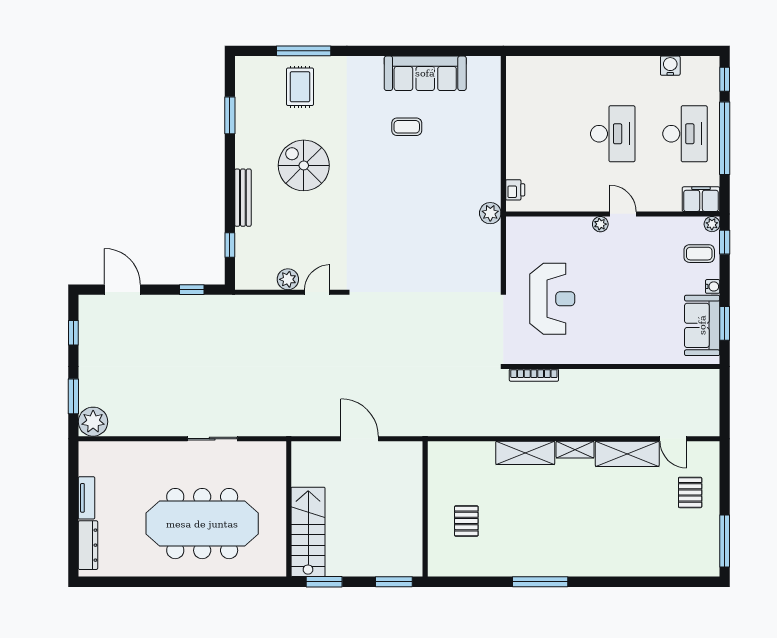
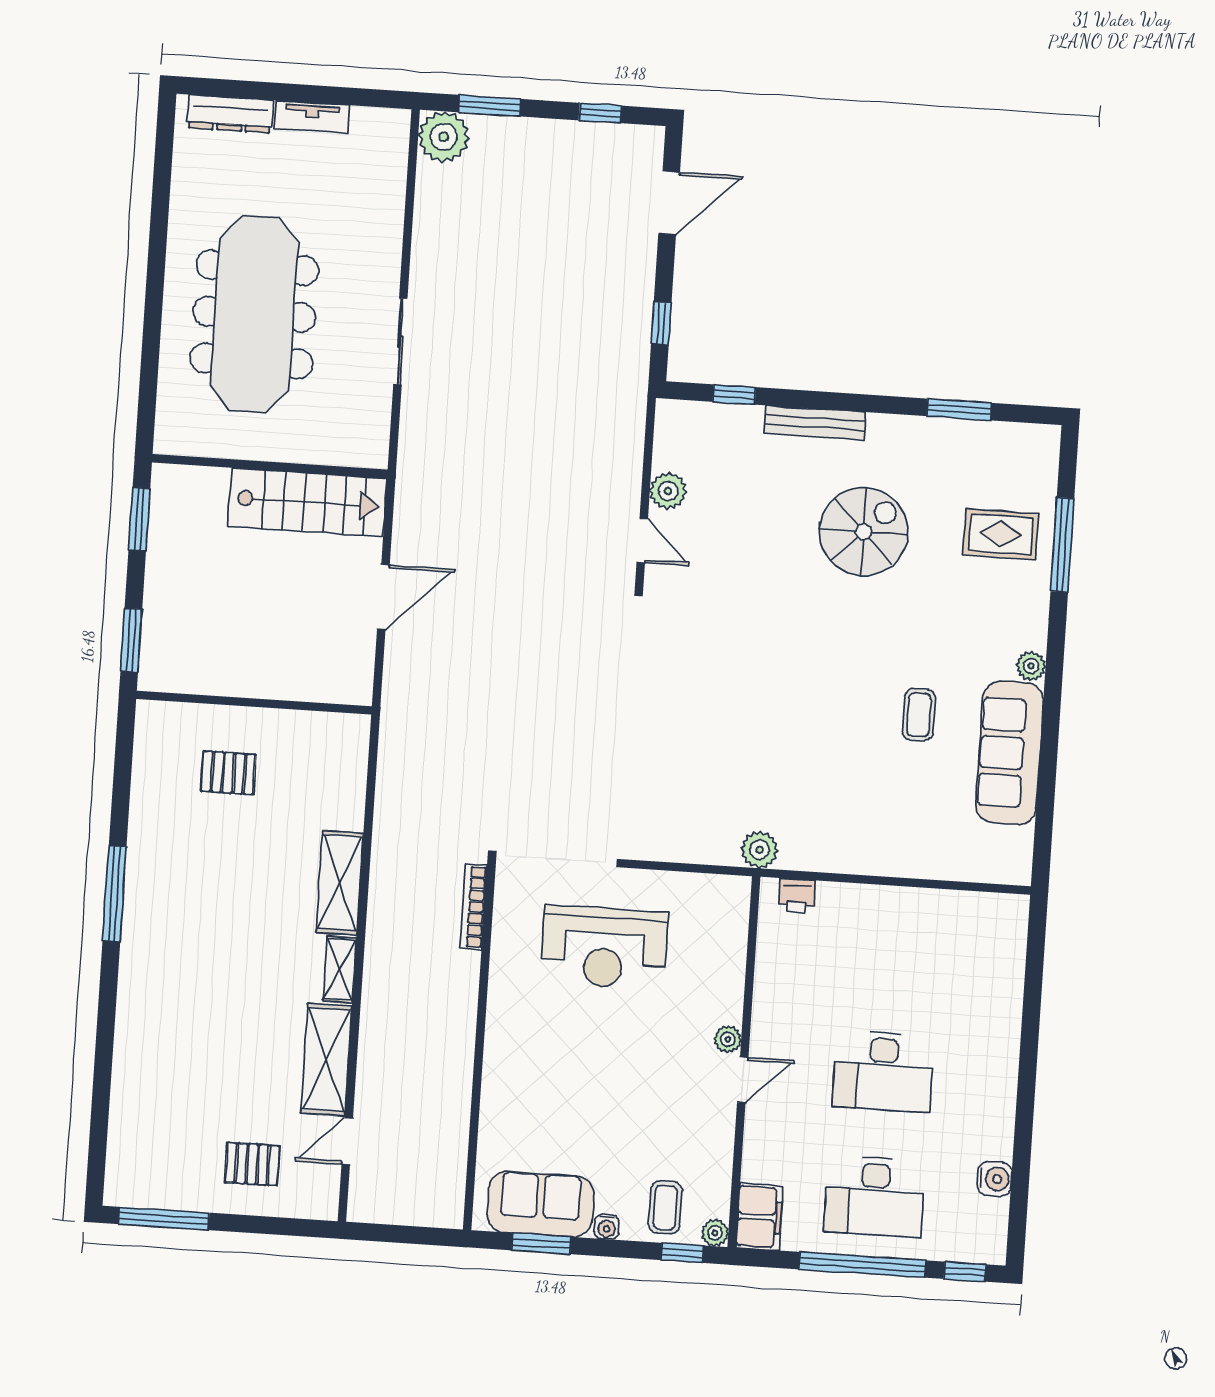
plant: (374, 64) -> (1031, 666), added
stairs: (308, 532) -> (307, 502), moved

